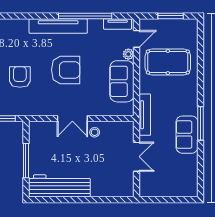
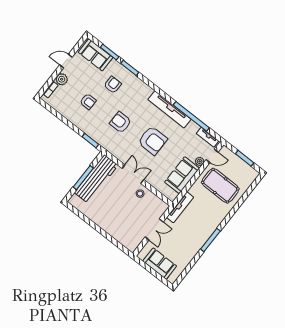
armchair: (20, 77) -> (121, 122), turned -90
double door: (72, 119) -> (133, 174), swing flipped
sofa: (187, 135) -> (160, 264), moved, turned 90
workbench: (59, 186) -> (96, 179), moved, turned 90

